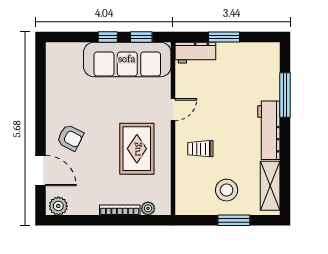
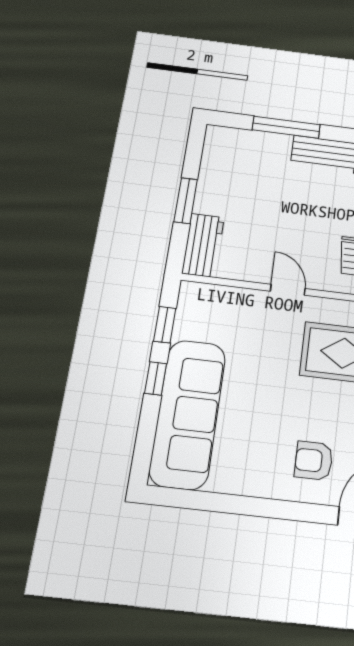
sofa: (127, 59) -> (188, 414), moved
armchair: (70, 138) -> (314, 461), turned -117

